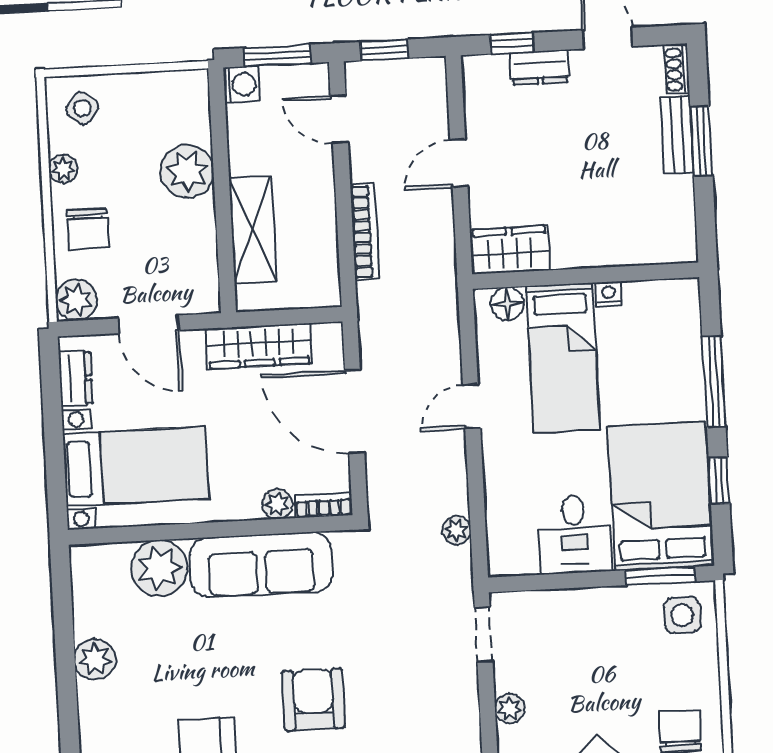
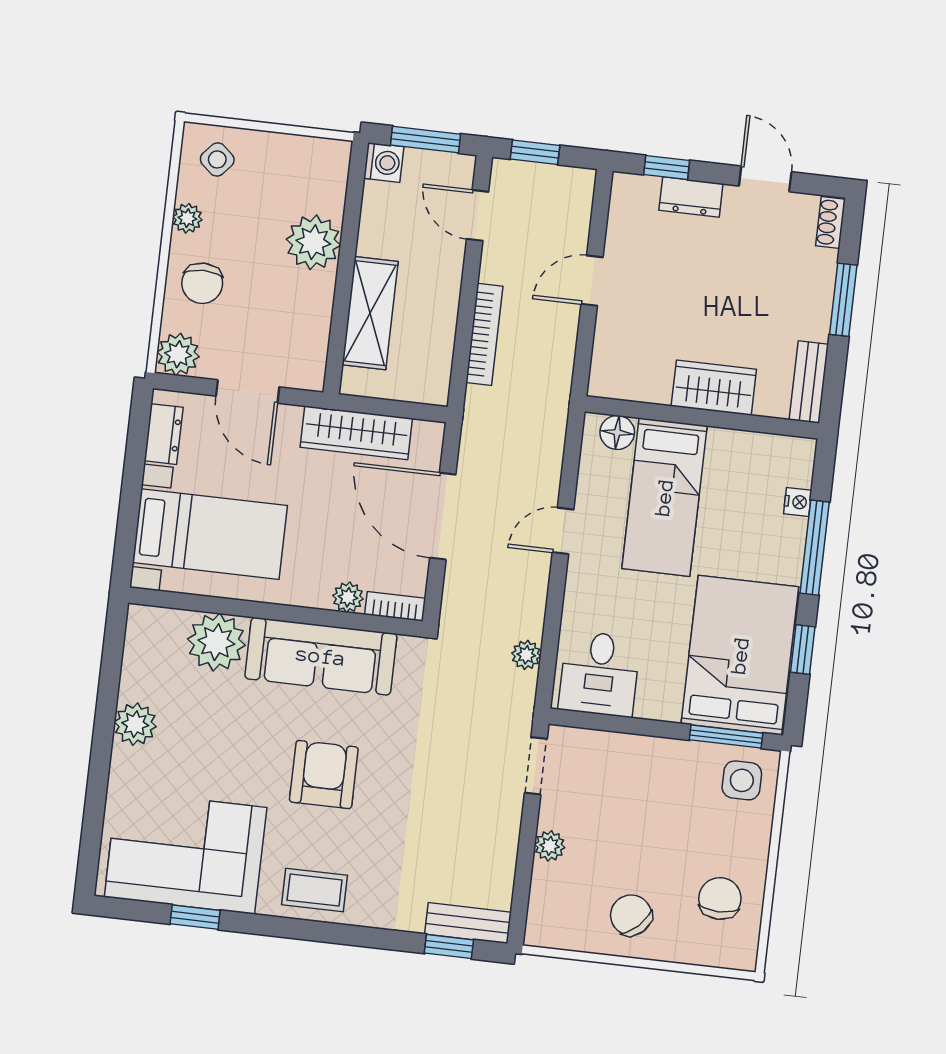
bench: (677, 135) -> (809, 382), moved
wardrobe: (510, 250) -> (714, 388), moved
nightstand: (608, 294) -> (798, 502), moved, turned 90
desk: (574, 534) -> (599, 674), moved
armchair: (313, 700) -> (324, 775), moved

